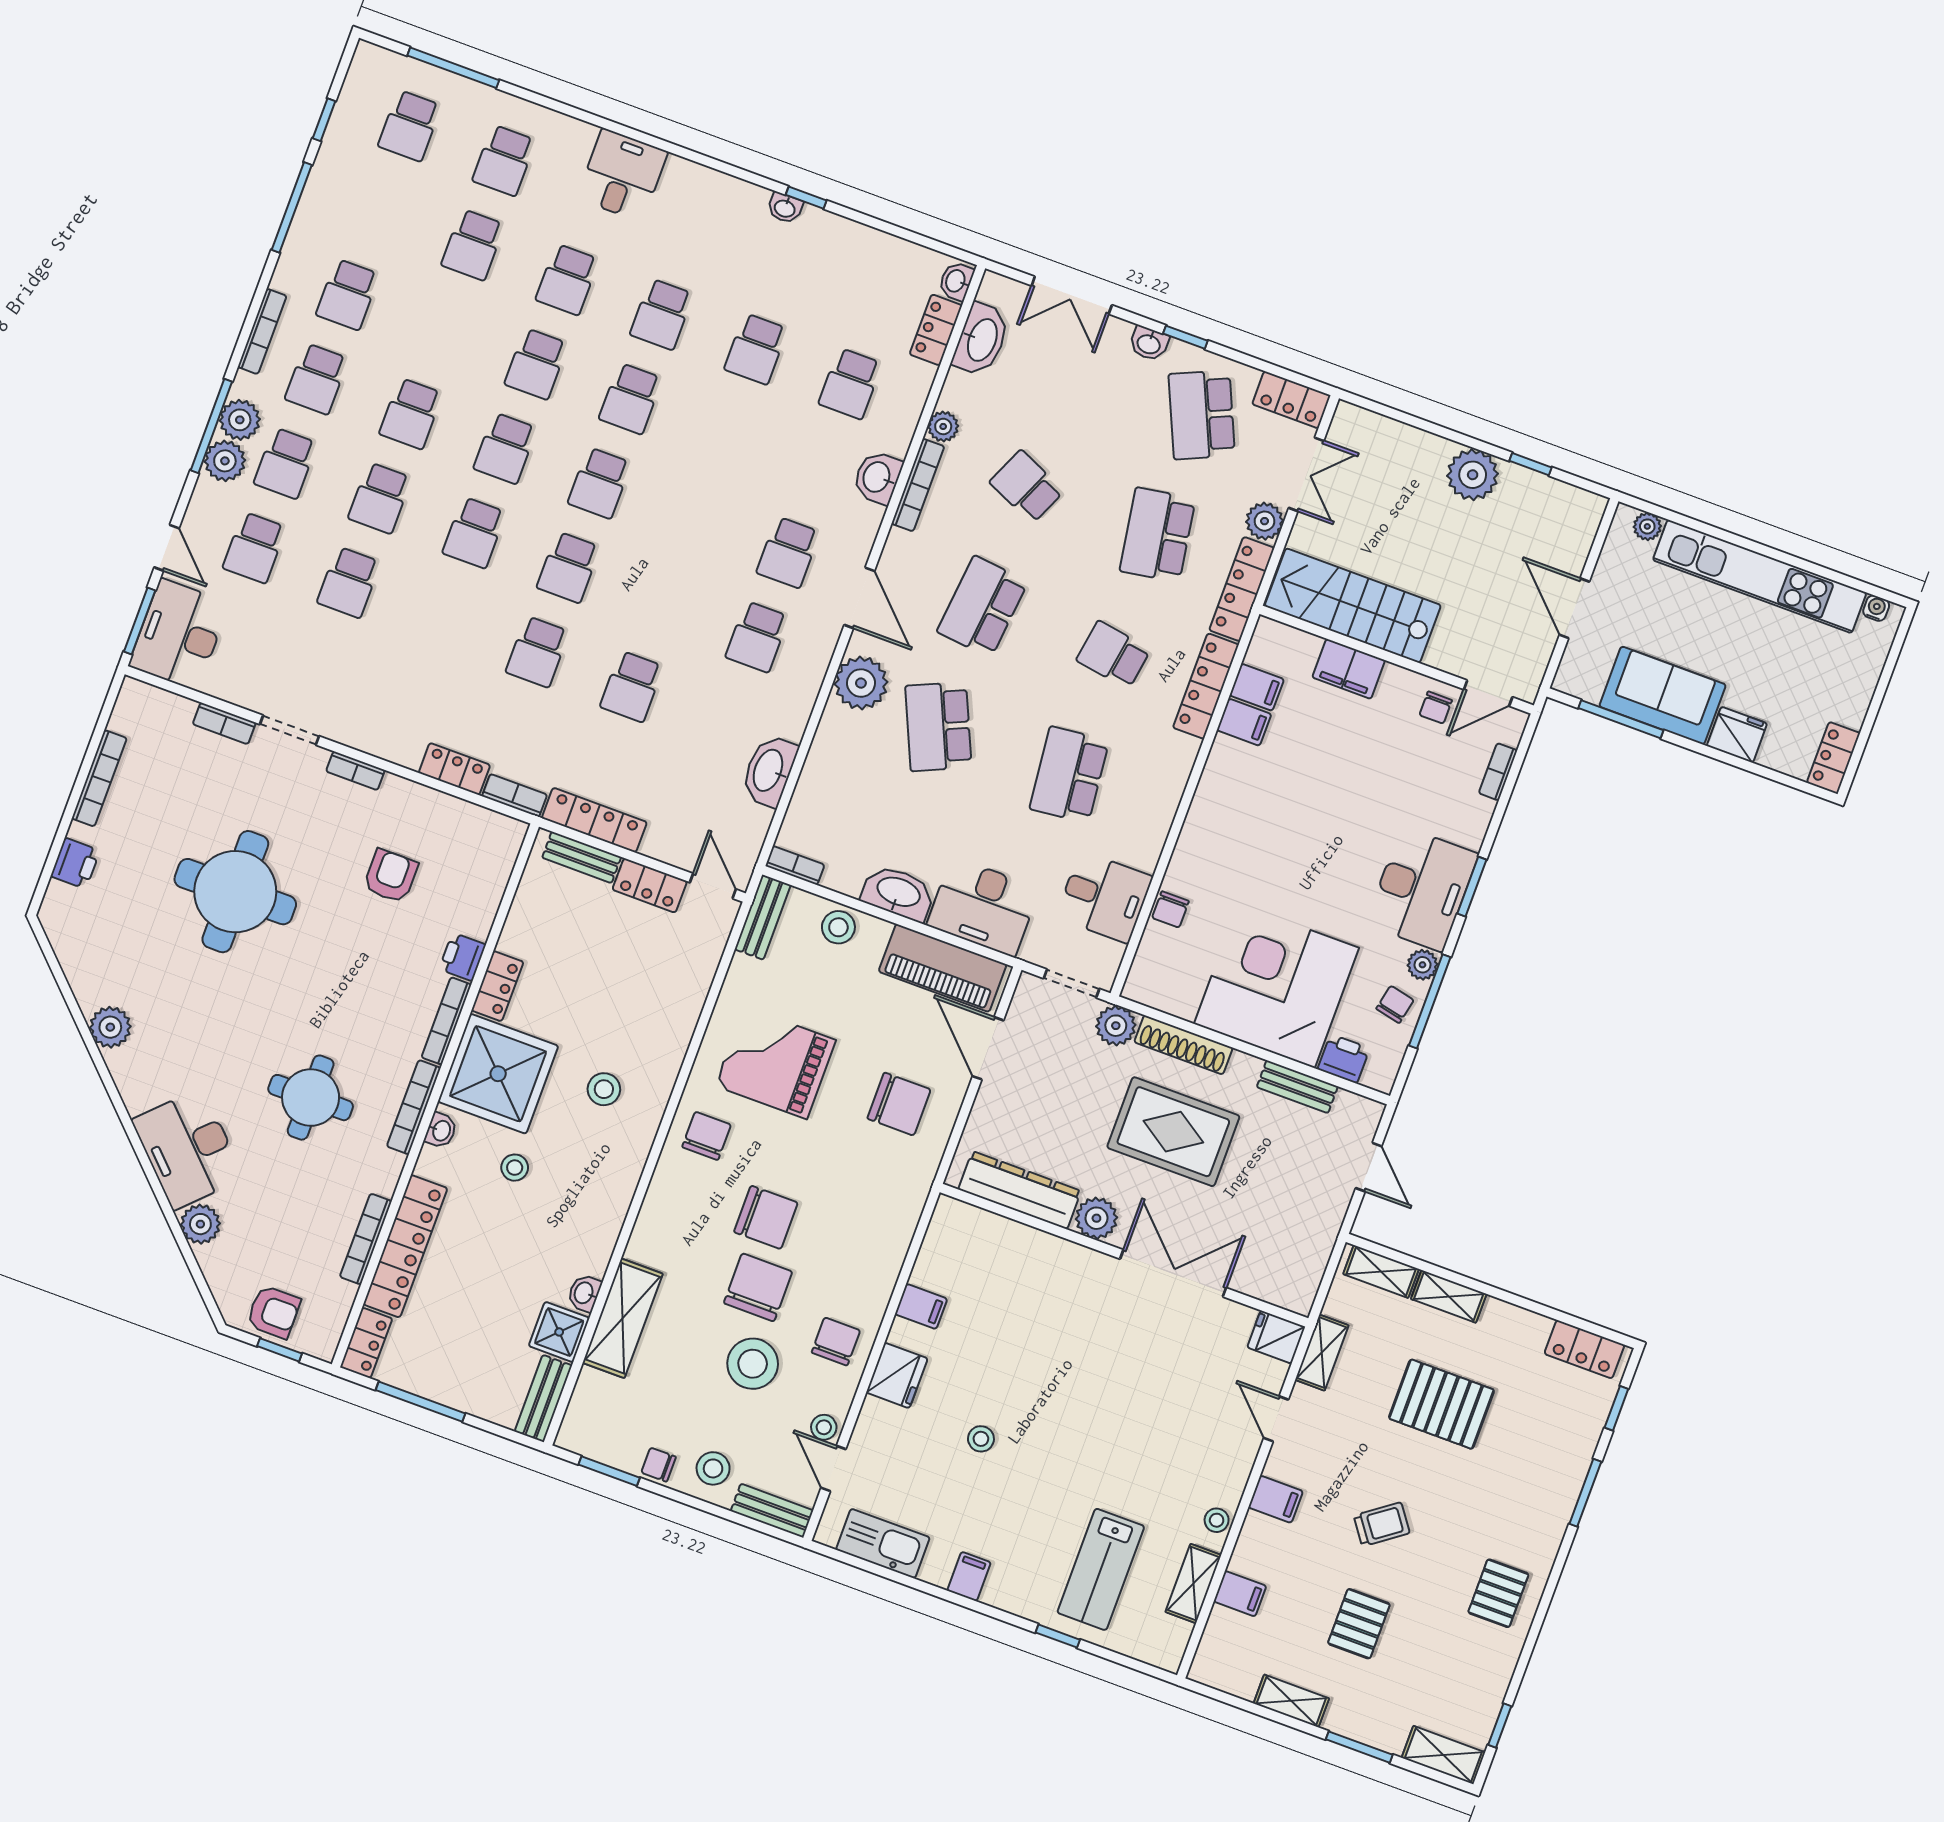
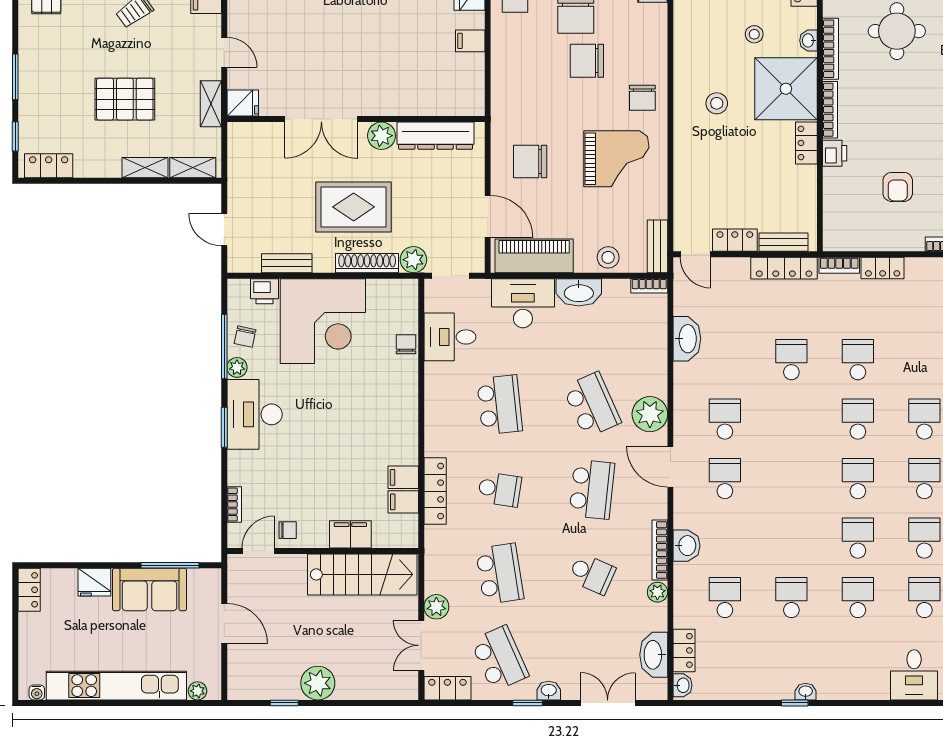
locker: (1242, 589) -> (435, 559), removed
chair: (1436, 708) -> (288, 530), turned 90

